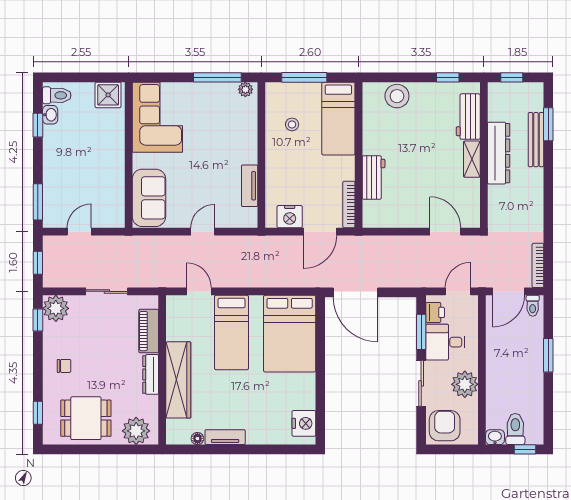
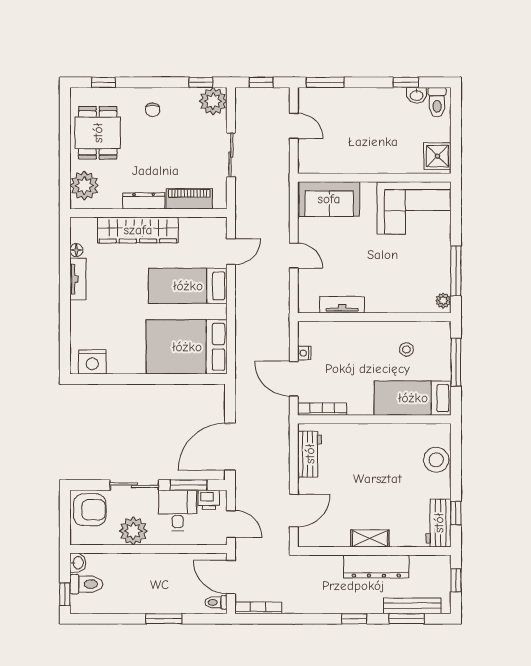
workbench: (468, 117) -> (439, 523), moved, turned -90
bench: (536, 140) -> (412, 606), moved
window: (548, 174) -> (354, 619), added
workbench: (374, 177) -> (310, 454), moved, turned -90
nightstand: (290, 217) -> (304, 353), width x0.53, depth x0.56
door: (355, 292) -> (230, 447), moved

